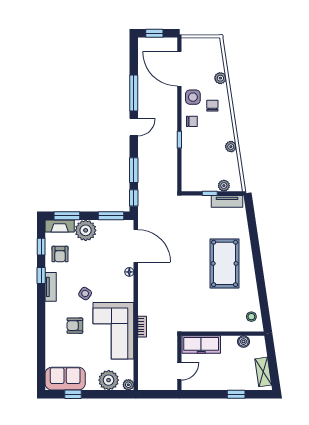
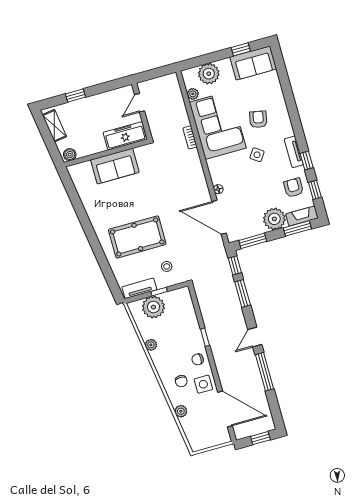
plant: (224, 186) -> (153, 307), width x1.88, depth x1.88
pool table: (225, 263) -> (137, 237), moved, turned 90
stool: (251, 317) -> (167, 266), moved
sofa: (218, 320) -> (115, 166), added
armchair: (75, 326) -> (258, 119), turned -79
boiler: (243, 342) -> (70, 155), moved
plant: (128, 385) -> (193, 94), moved

